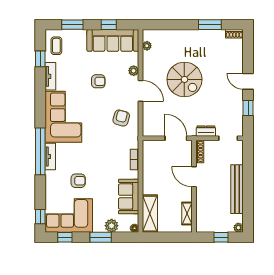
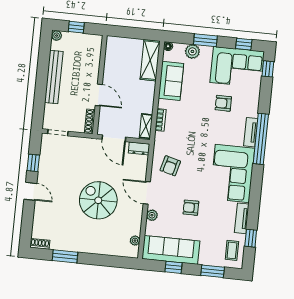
dresser: (206, 131) -> (139, 148), moved
shelving: (187, 213) -> (146, 126), moved

